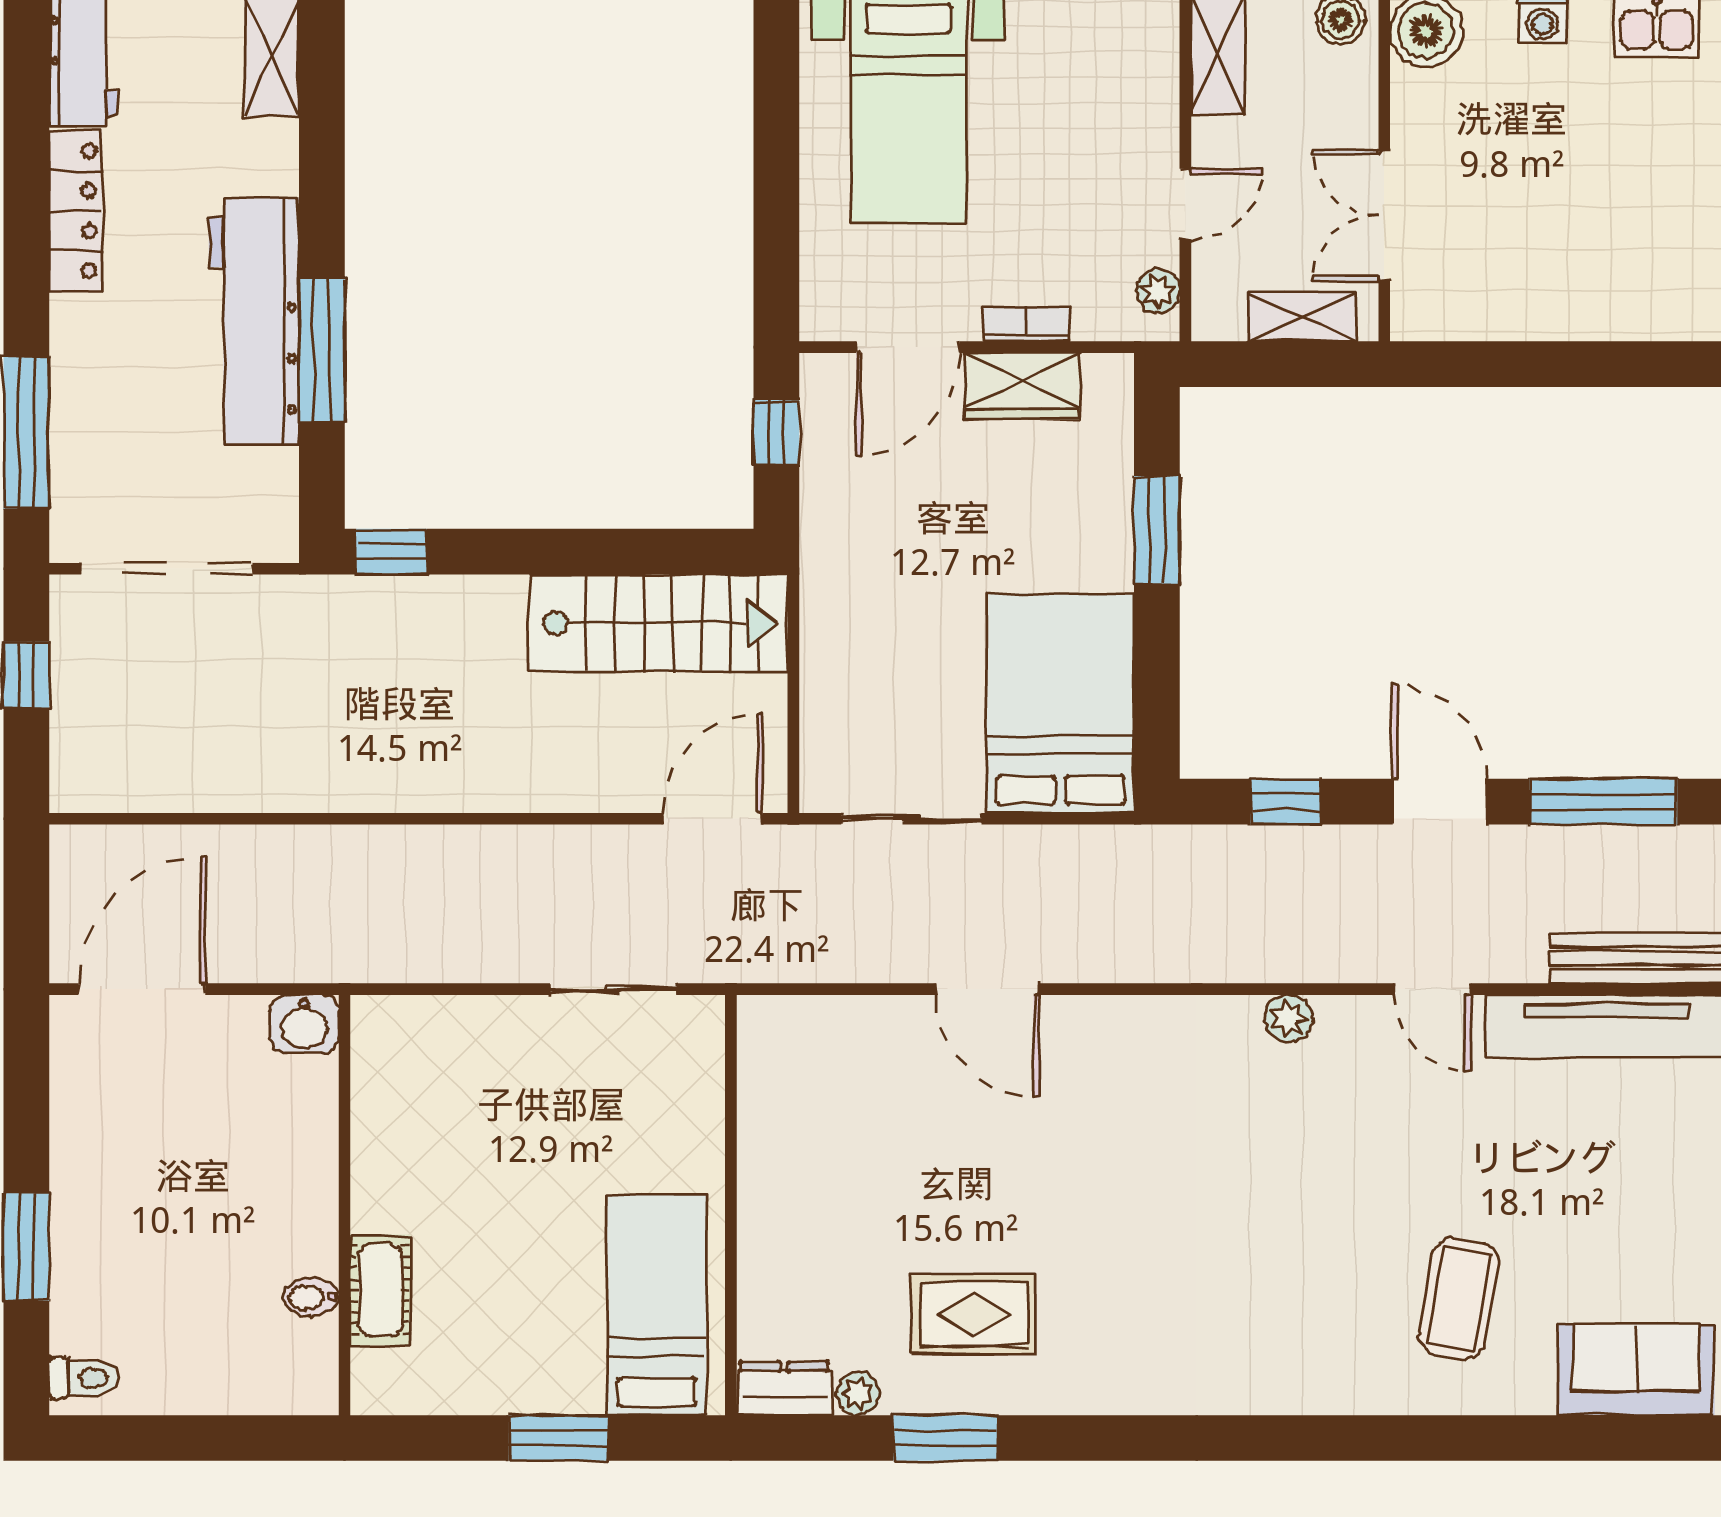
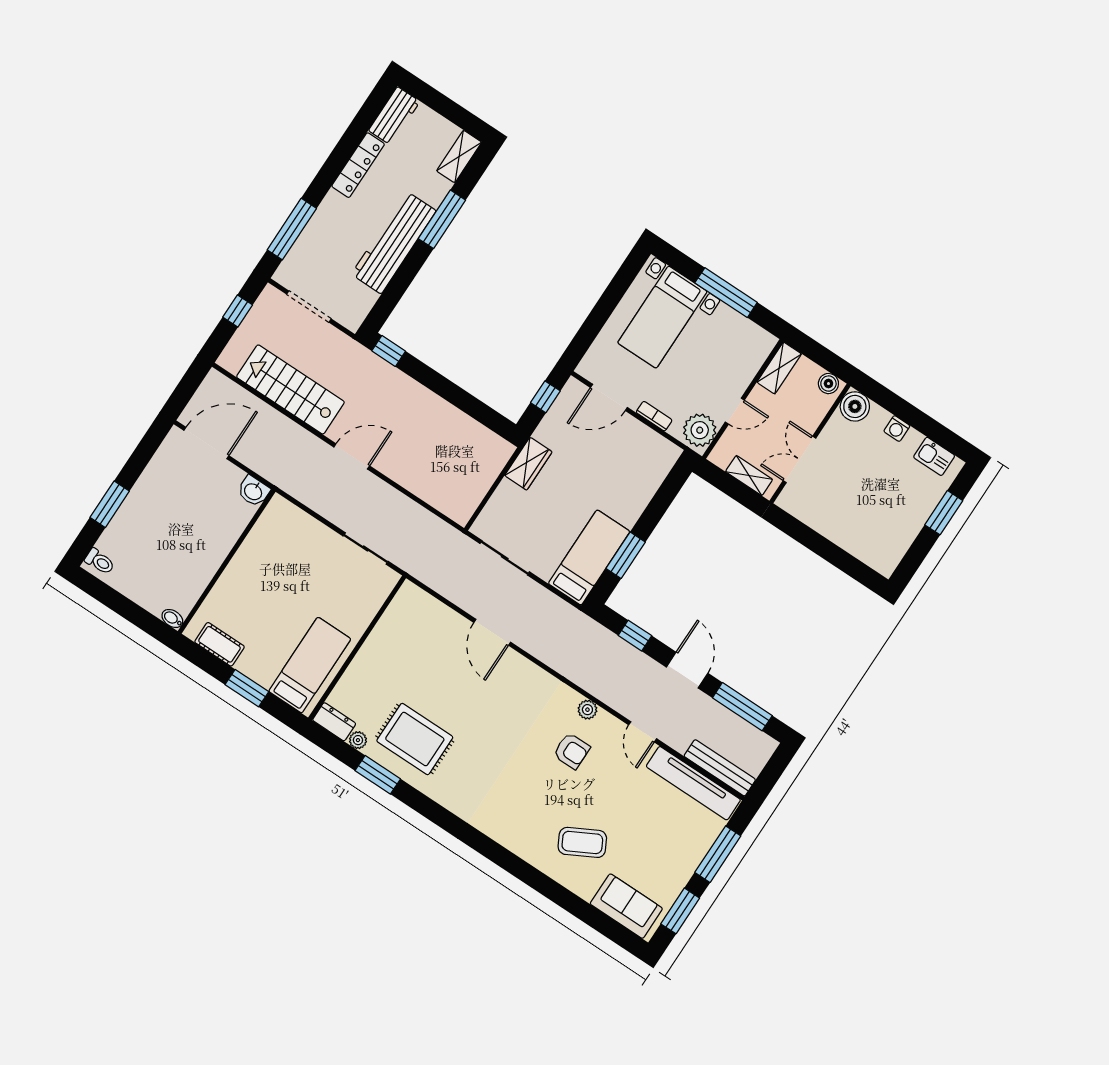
plant: (1158, 291) -> (700, 430), width x1.88, depth x1.88
window: (322, 350) -> (442, 219), moved
wardrobe: (1022, 386) -> (528, 464), moved, turned -90
window: (1157, 530) -> (626, 555), moved
doorway: (167, 569) -> (309, 307), width x0.73
stairs: (659, 623) -> (290, 389), moved, turned 180
bed: (1060, 703) -> (589, 557), width x0.67
door: (713, 819) -> (352, 456), moved
armchair: (1312, 1125) -> (572, 751), added
cot: (380, 1290) -> (220, 644), moved, turned 90
bidet: (311, 1297) -> (172, 618), moved
coffee table: (1459, 1299) -> (582, 842), turned 52
rug: (974, 1314) -> (415, 739), width x1.36, depth x1.43

